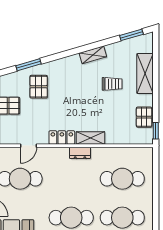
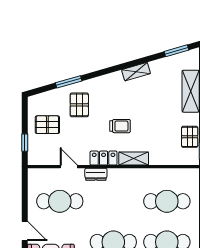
trolley: (112, 84) -> (120, 126), moved
door: (28, 146) -> (69, 167), swing flipped
dresser: (80, 153) -> (96, 174), moved

